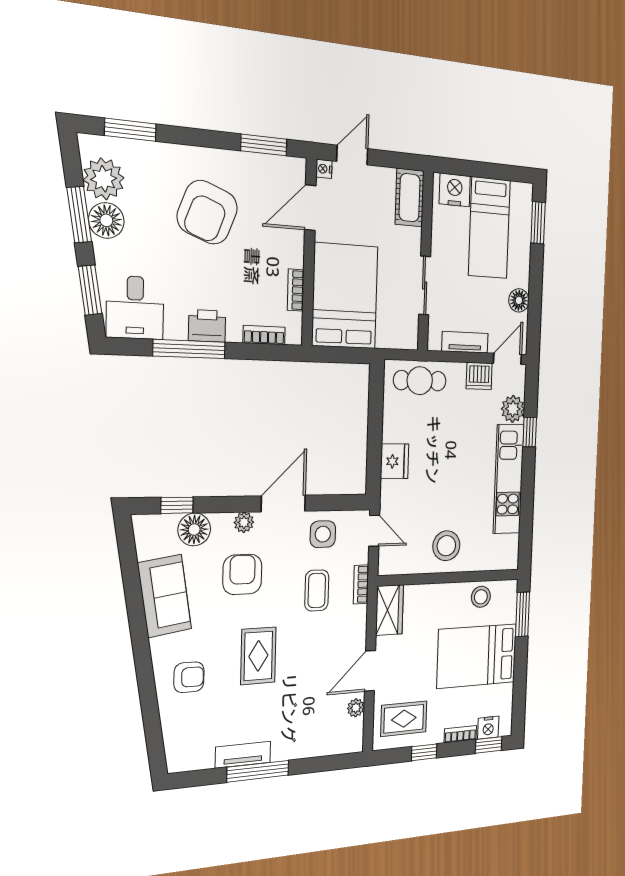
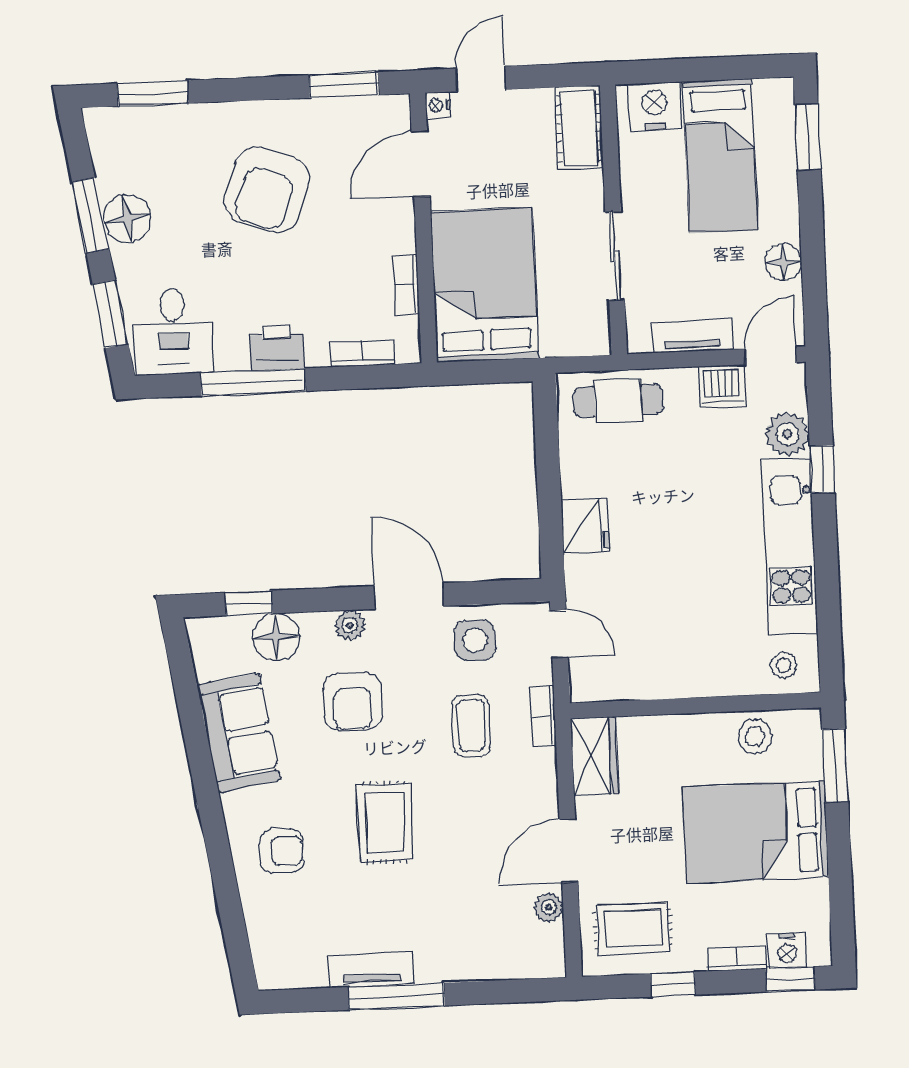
plant: (104, 179) -> (121, 164), removed
door: (283, 503) -> (409, 596), hinge flipped
stool: (446, 546) -> (783, 665), moved, width x0.53, depth x0.53
armchair: (242, 574) -> (353, 701), turned 180

